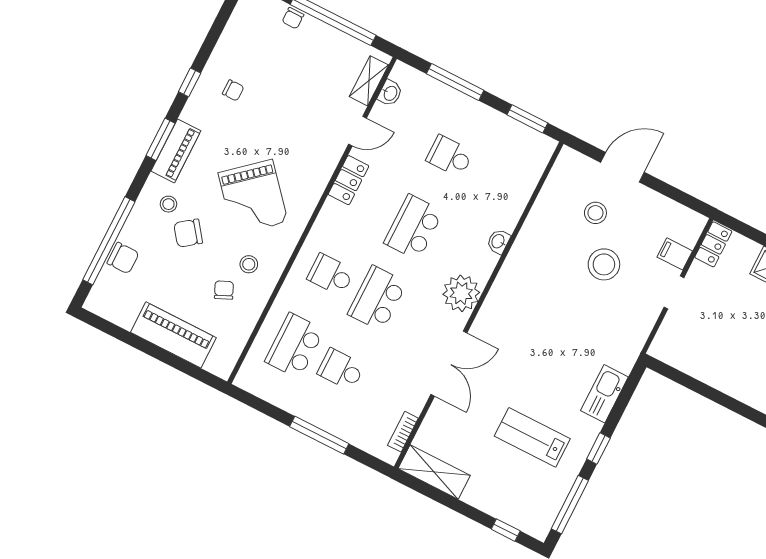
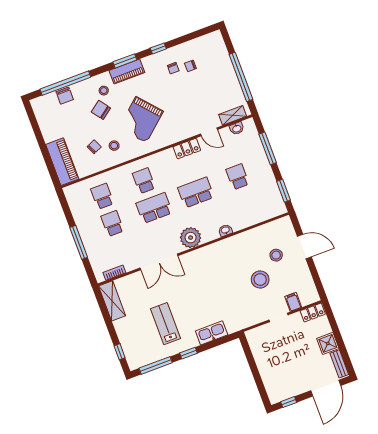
chair: (293, 18) -> (190, 66), moved
piano: (173, 335) -> (62, 162), moved
school desk: (294, 346) -> (102, 196), width x0.54

